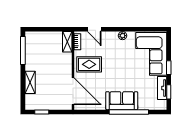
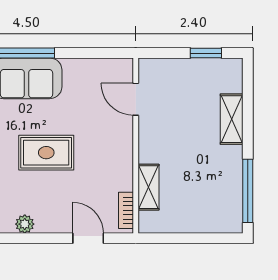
shelving: (67, 42) -> (149, 187), moved
rug: (89, 64) -> (46, 153), moved
door: (73, 91) -> (136, 99), width x0.53

